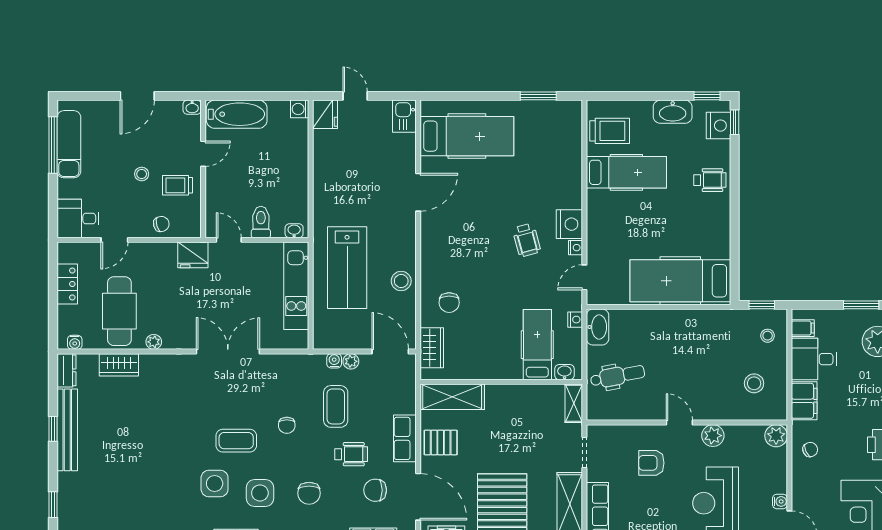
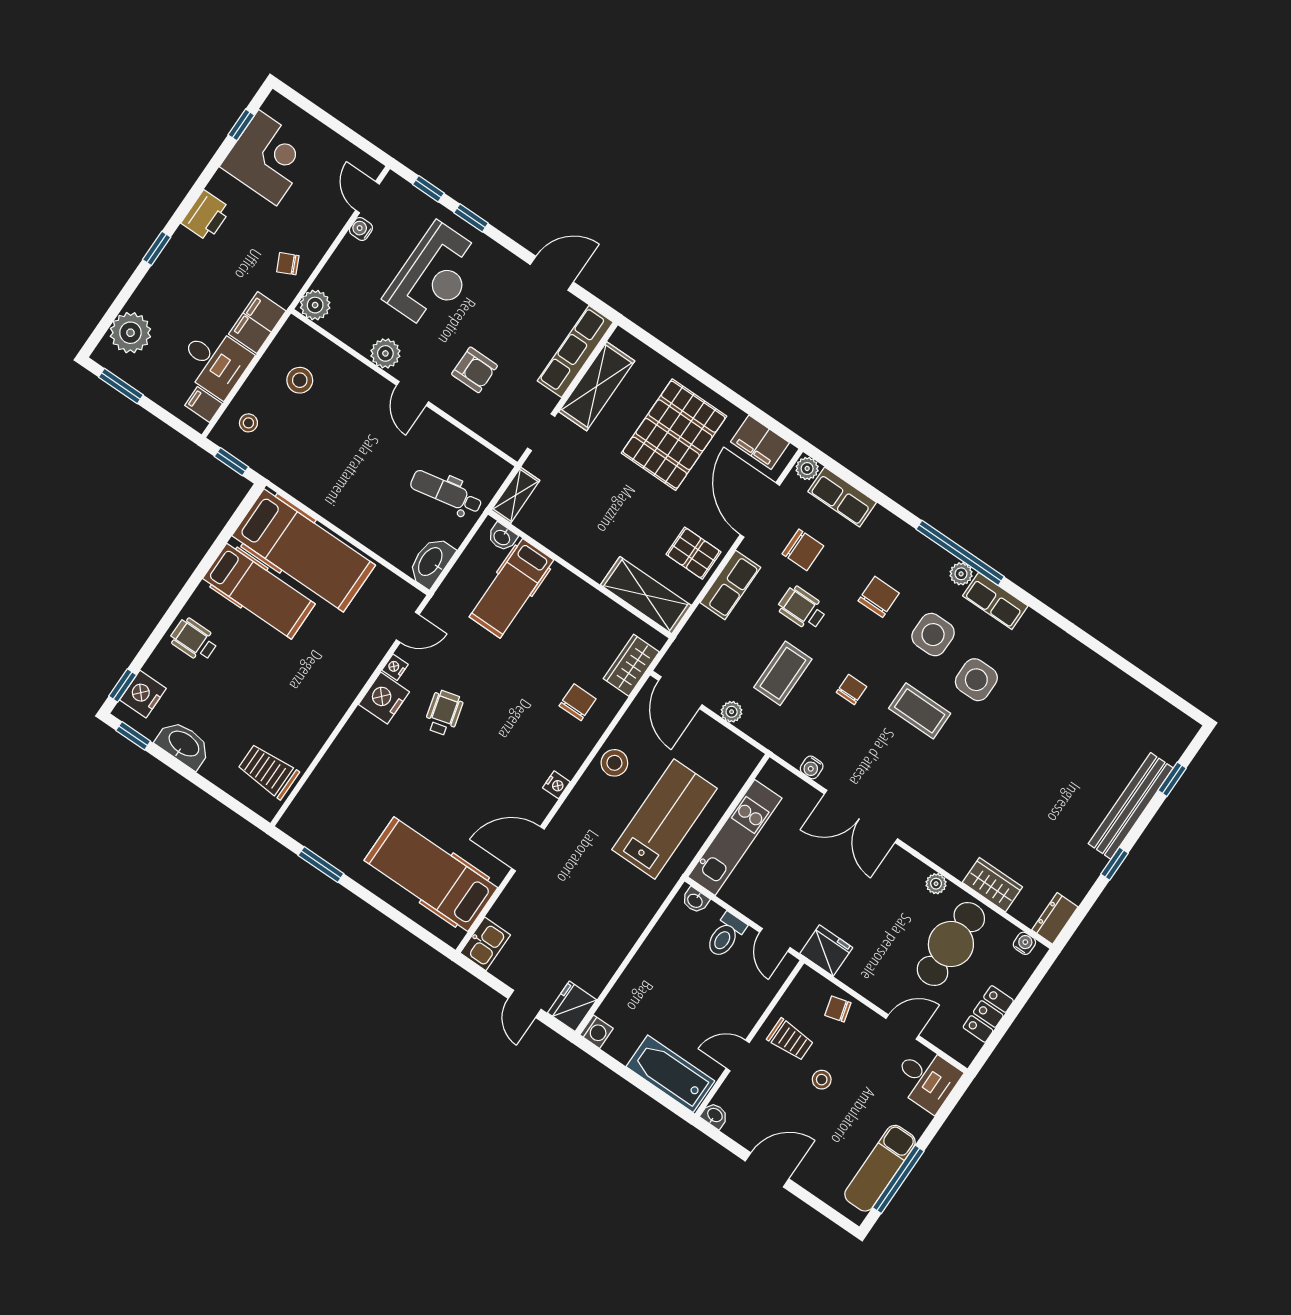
hospital bed: (626, 172) -> (259, 591), moved, turned 180
nightstand: (575, 320) -> (556, 785), moved, turned 180
water cooler: (334, 361) -> (812, 767), moved
bench: (67, 430) -> (1131, 806), moved

